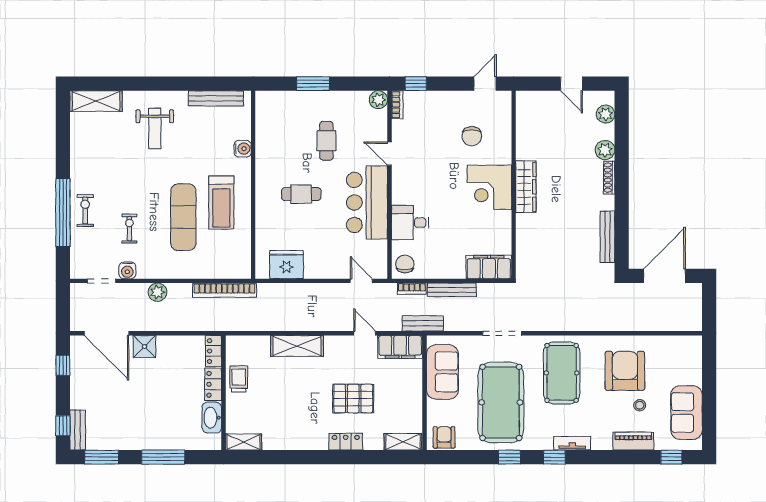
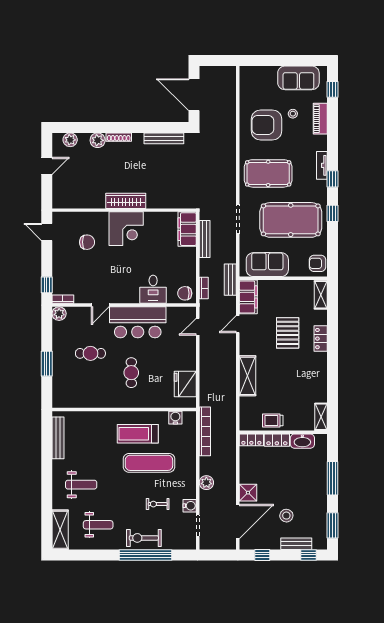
water cooler: (243, 149) -> (175, 418), moved
weight bench: (102, 151) -> (98, 525), added
treadmill: (221, 203) -> (138, 434), turned 180
exercise bike: (85, 210) -> (144, 538), width x1.38, depth x1.39
bench: (452, 290) -> (205, 239), moved
stool: (114, 397) -> (286, 516), added
bench: (78, 430) -> (296, 544), moved

